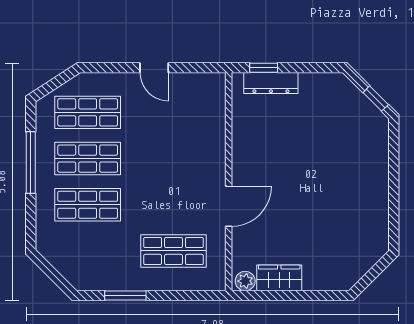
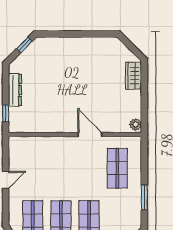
dresser: (271, 83) -> (15, 90), moved
wardrobe: (279, 278) -> (134, 76), moved

